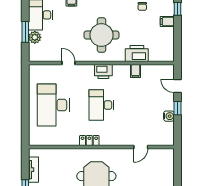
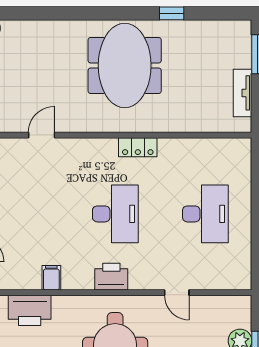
printer: (137, 53) -> (30, 310), moved
desk: (53, 105) -> (205, 214), width x0.73, depth x0.77

